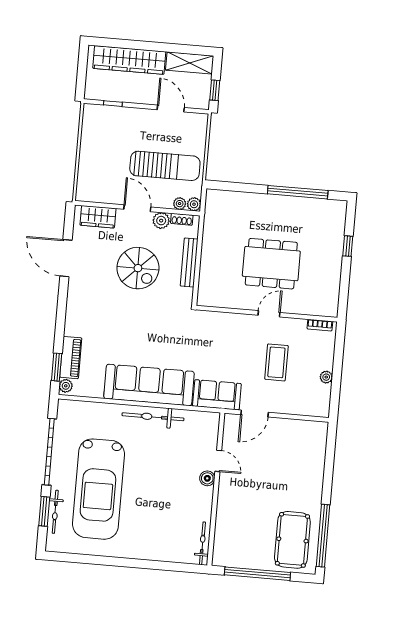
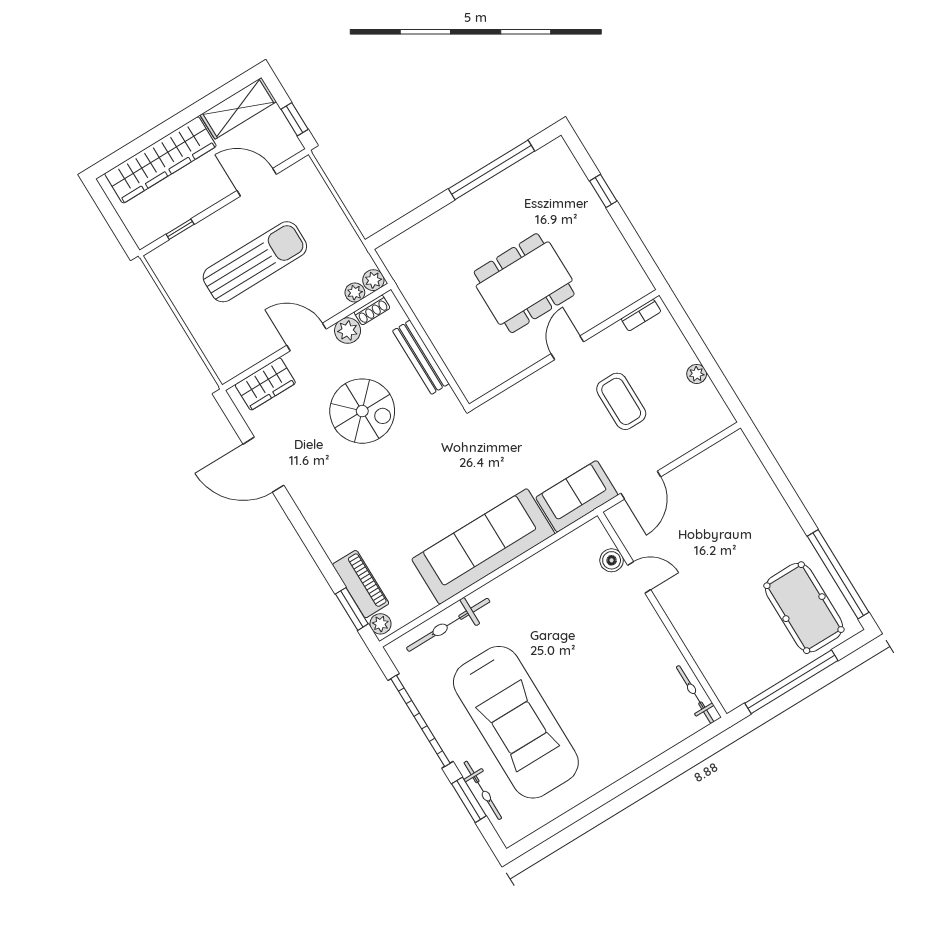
sun lounger: (165, 166) -> (255, 262), moved
bicycle: (153, 417) -> (448, 625), moved
boiler: (207, 478) -> (612, 560), moved

